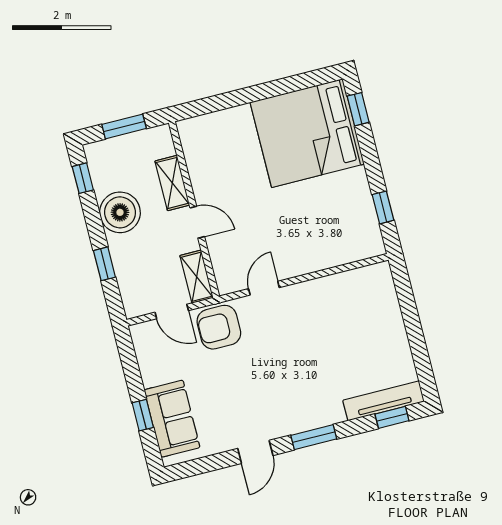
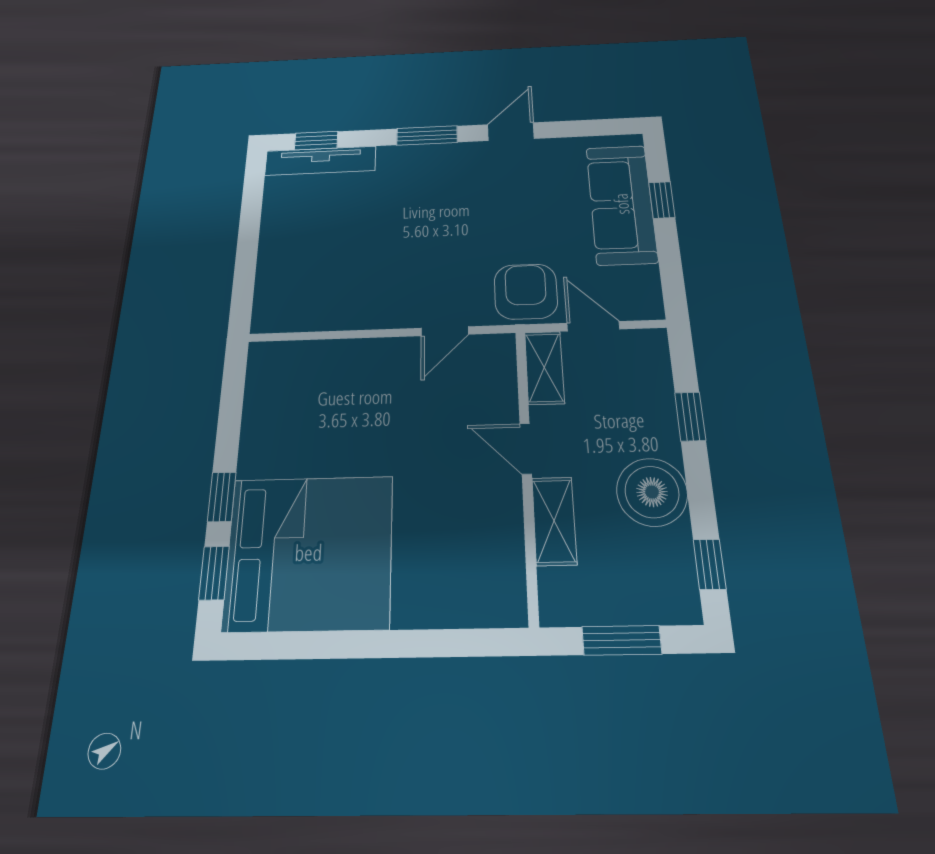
window: (383, 207) -> (222, 497), moved
armchair: (219, 327) -> (526, 291), turned -90
sofa: (172, 419) -> (621, 204), width x1.36

